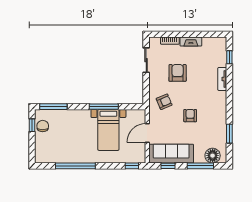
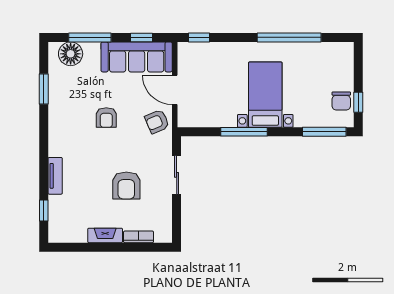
sliding door: (146, 60) -> (177, 175), moved
armchair: (164, 102) -> (157, 122), moved
bed with nightstands: (108, 130) -> (265, 95), moved
door: (147, 133) -> (175, 90), swing flipped

